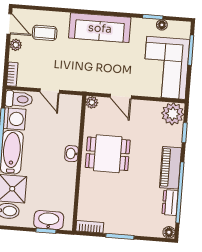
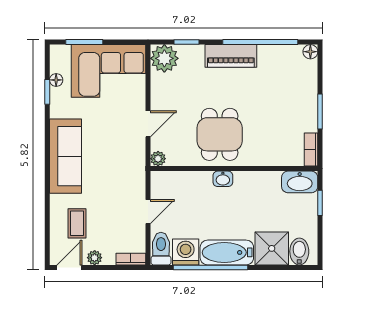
dresser: (170, 203) -> (274, 53), removed
washbasin: (49, 220) -> (300, 182), moved, turned -90

